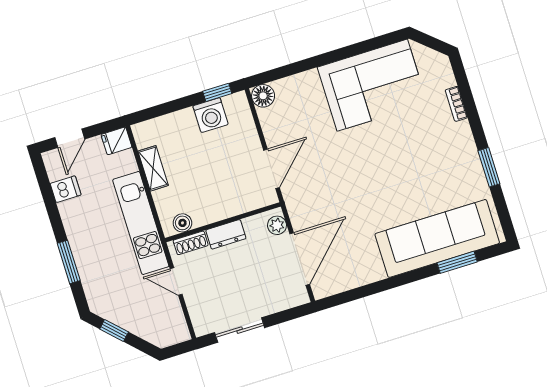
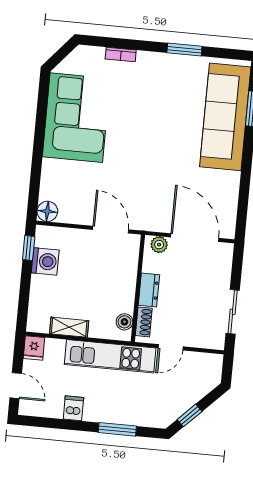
dishwasher: (66, 189) -> (73, 408), moved

